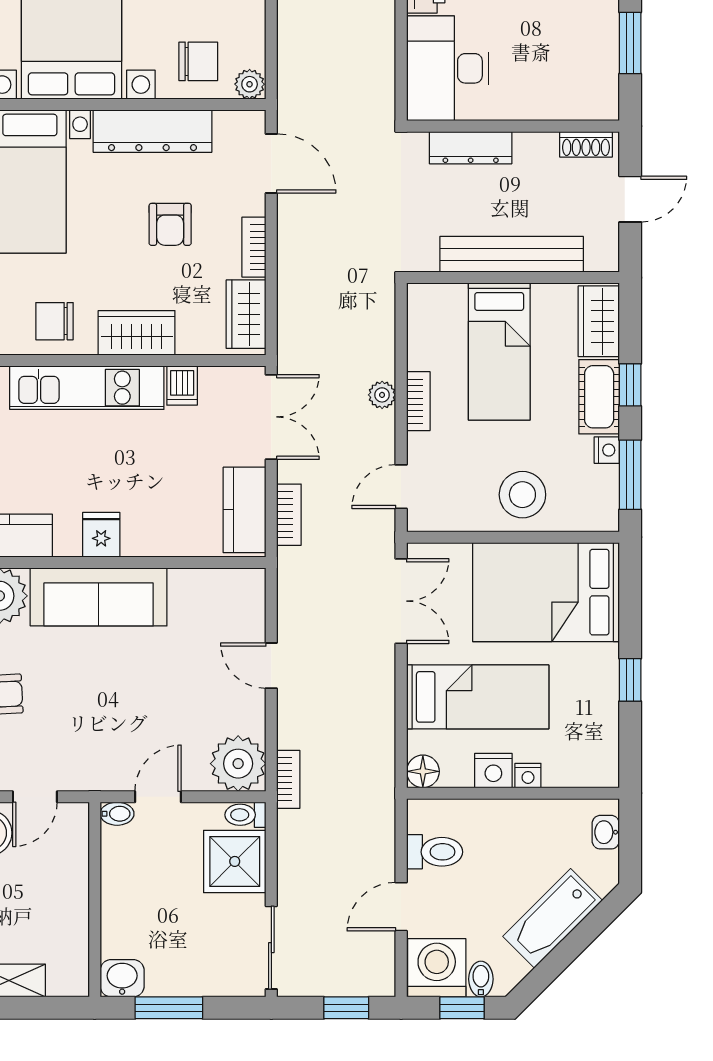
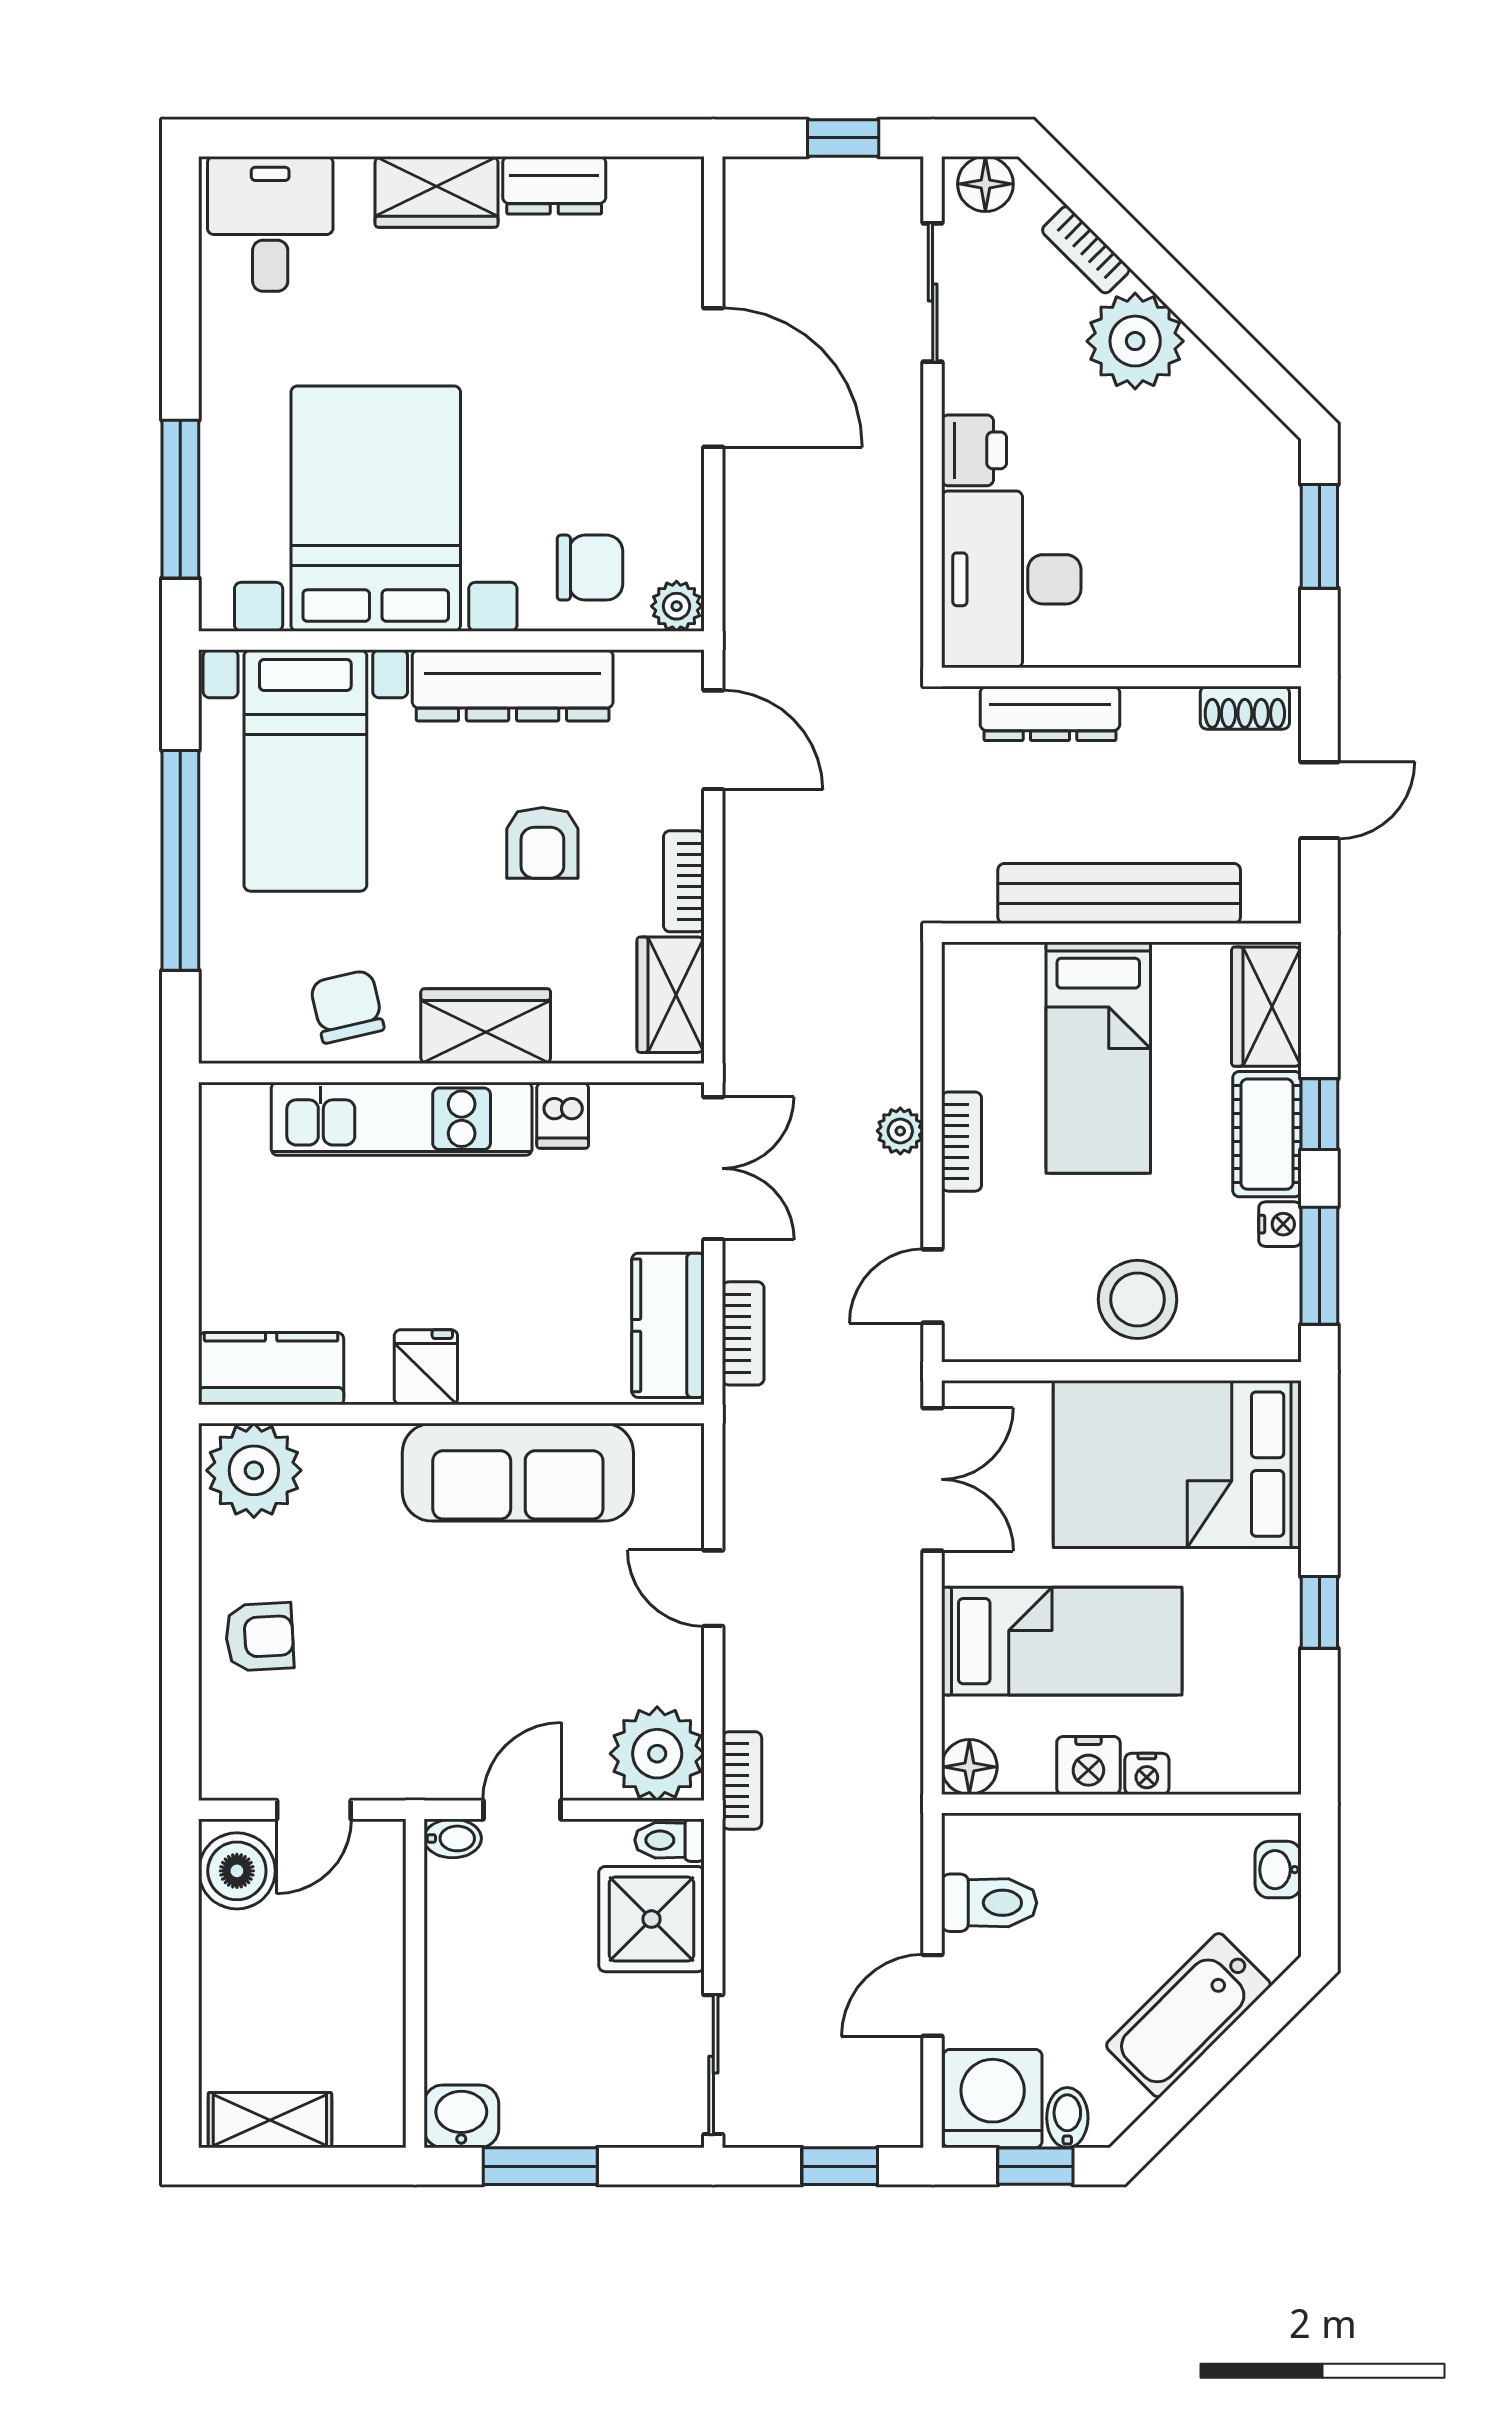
chair: (54, 321) -> (347, 1006), turned 77
sofa: (99, 597) -> (518, 1472), moved

